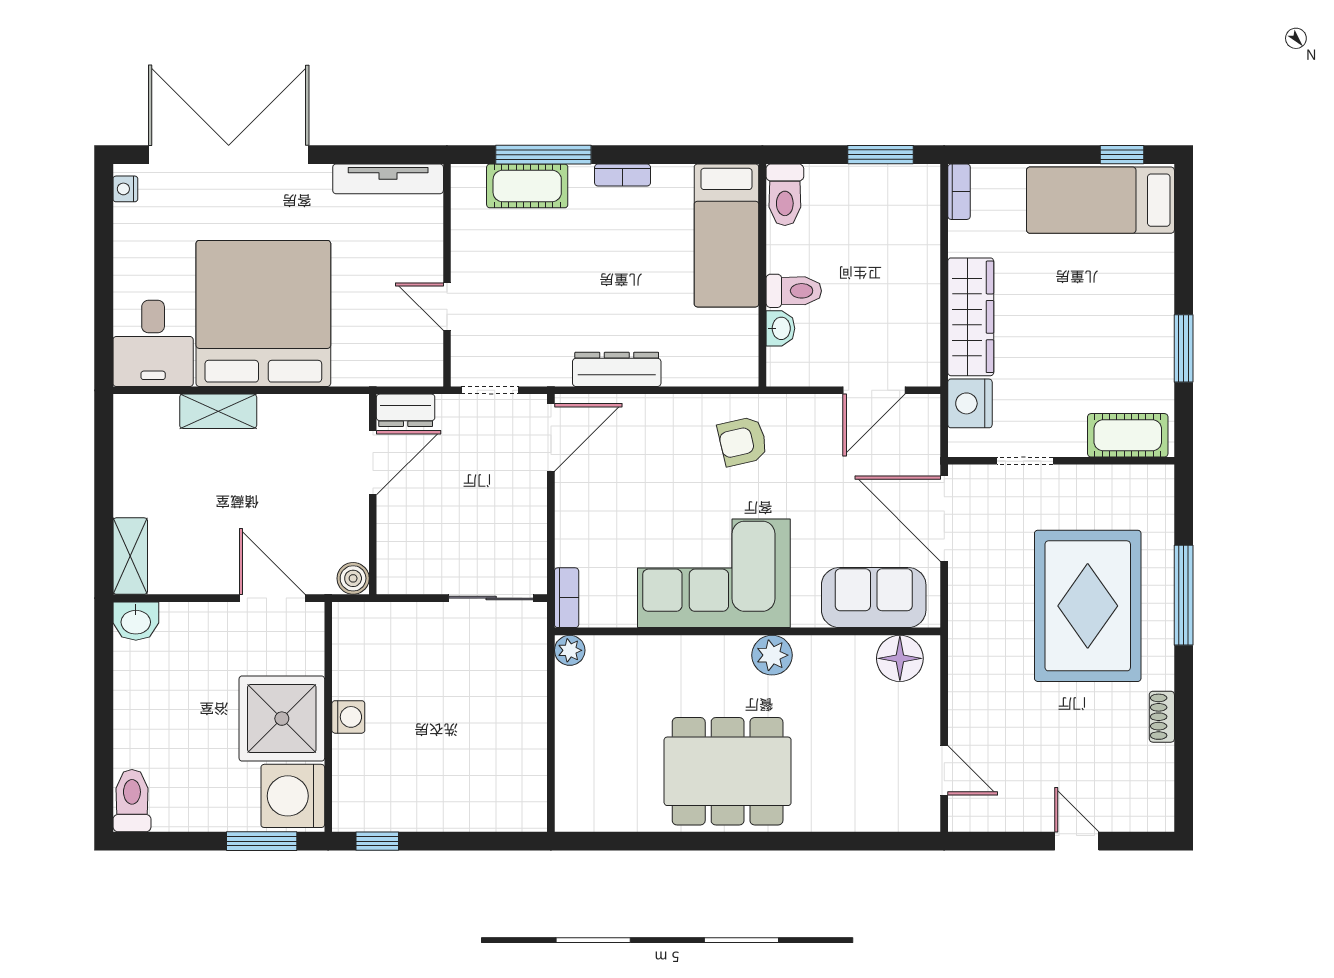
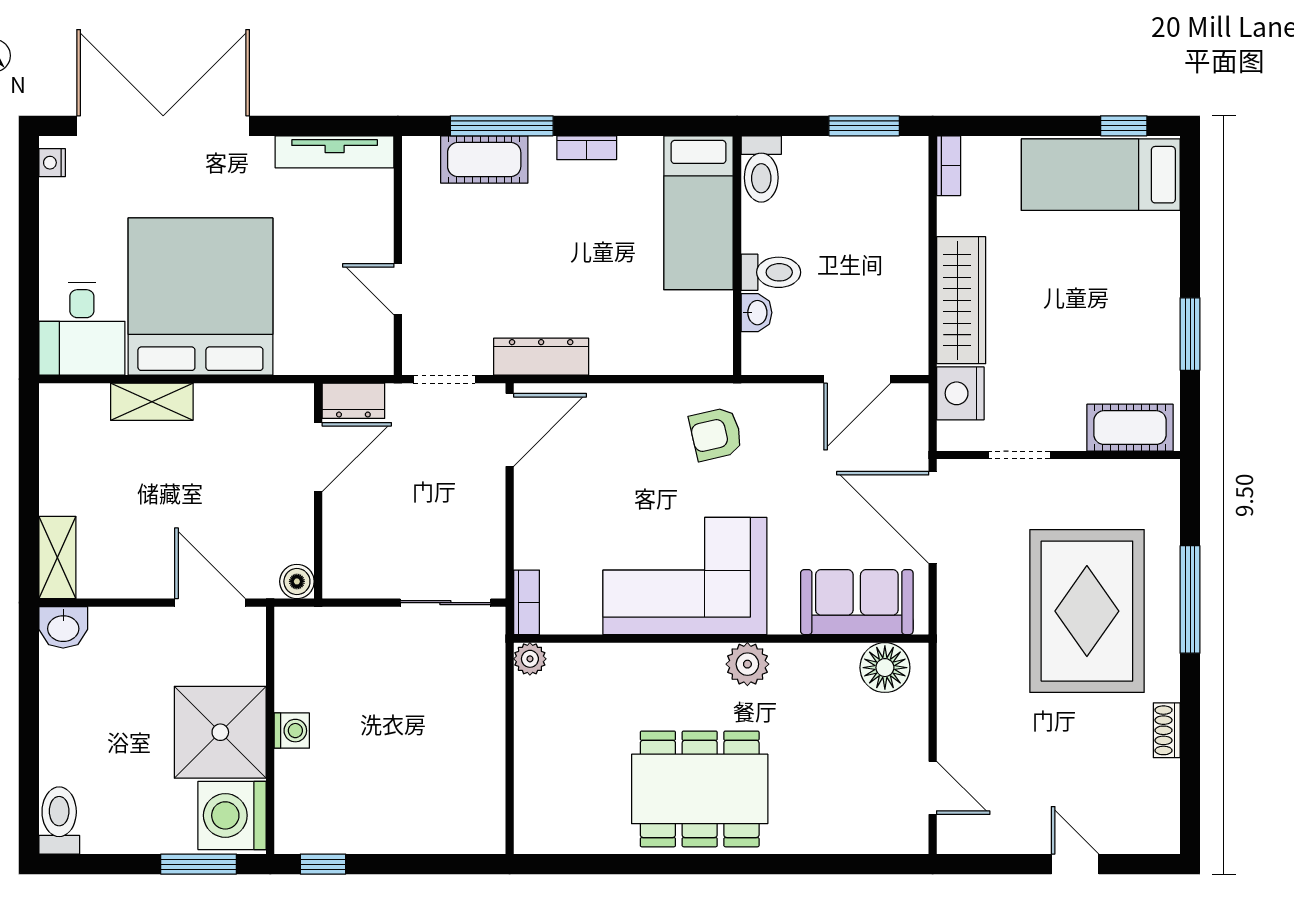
dresser: (617, 369) -> (541, 357), moved

